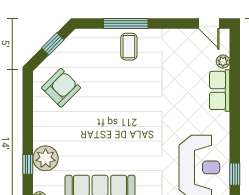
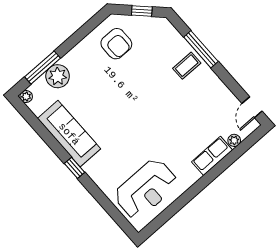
armchair: (61, 88) -> (116, 44), turned 45
window: (28, 164) -> (43, 68), width x2.17
window: (235, 174) -> (163, 218), removed

